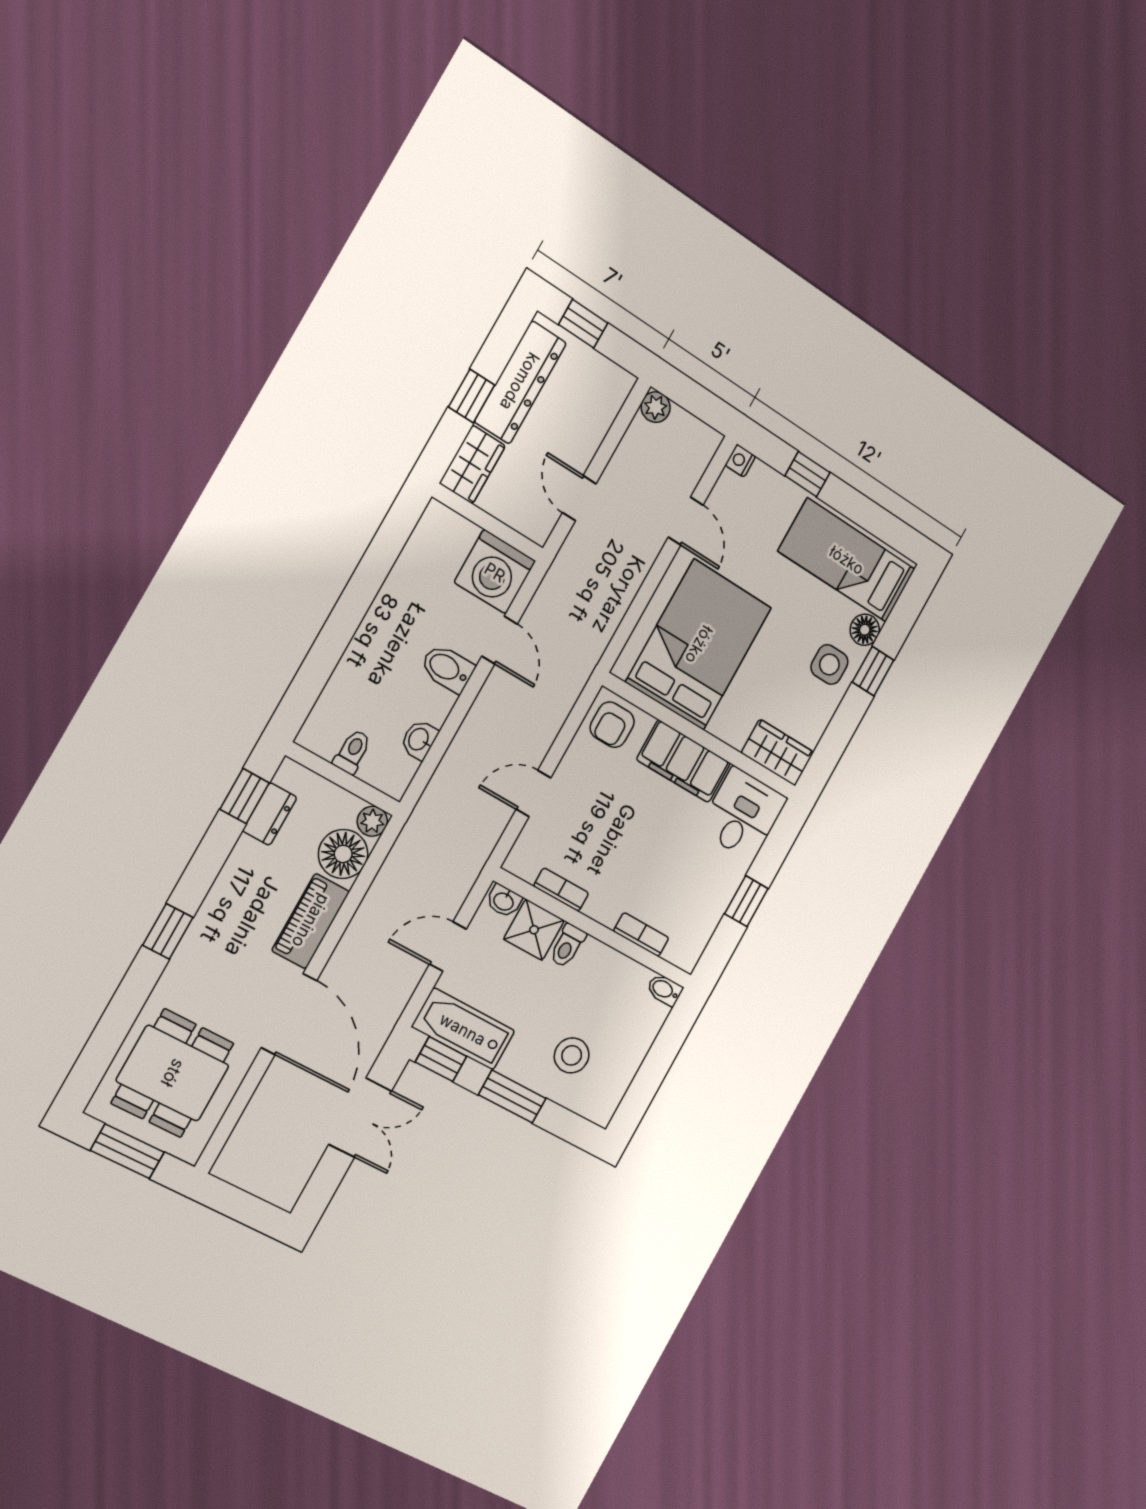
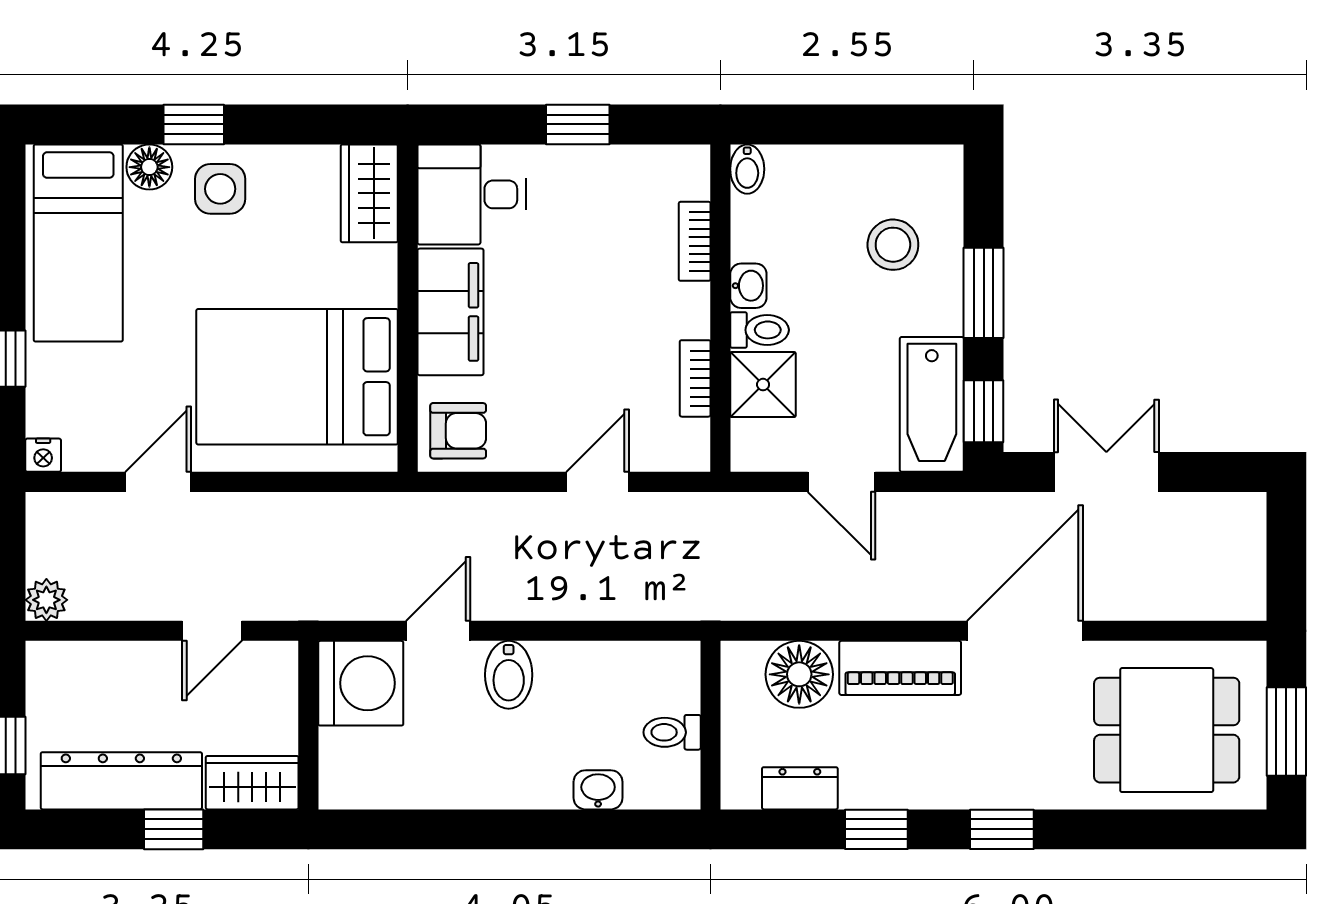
washbasin: (419, 740) -> (598, 790), moved, turned 180
door: (533, 793) -> (598, 482), swing flipped
window: (245, 796) -> (876, 829), moved
plant: (372, 821) -> (741, 661), removed
washbasin: (504, 901) -> (748, 286), moved

